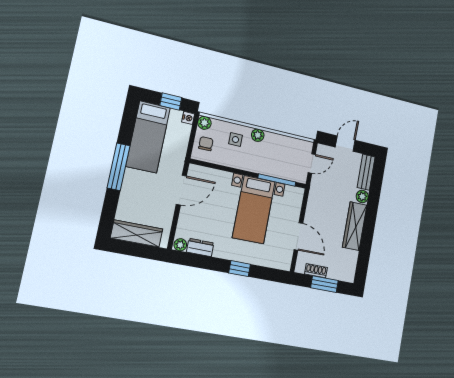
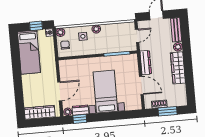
window: (119, 167) -> (17, 76), removed
door: (181, 190) -> (60, 91), moved
dresser: (313, 205) -> (146, 63), added
bed with nightstands: (254, 210) -> (105, 92), moved, turned 180
window: (240, 269) -> (80, 119), moved

